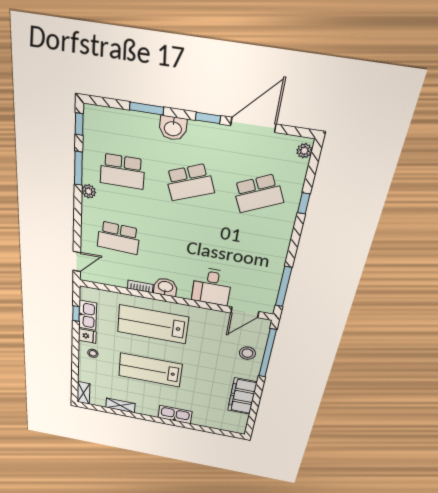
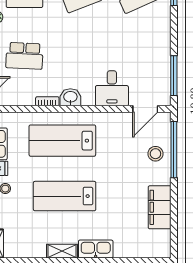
shelving: (120, 406) -> (62, 251), moved

